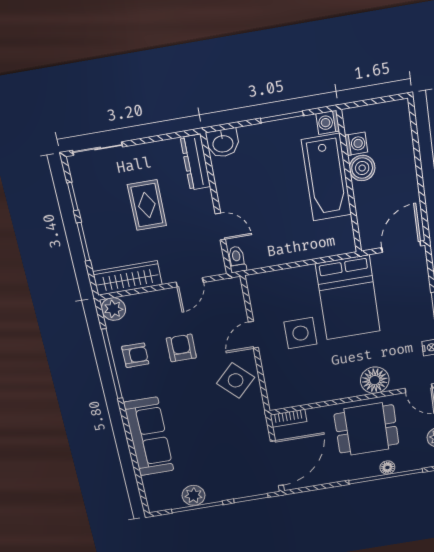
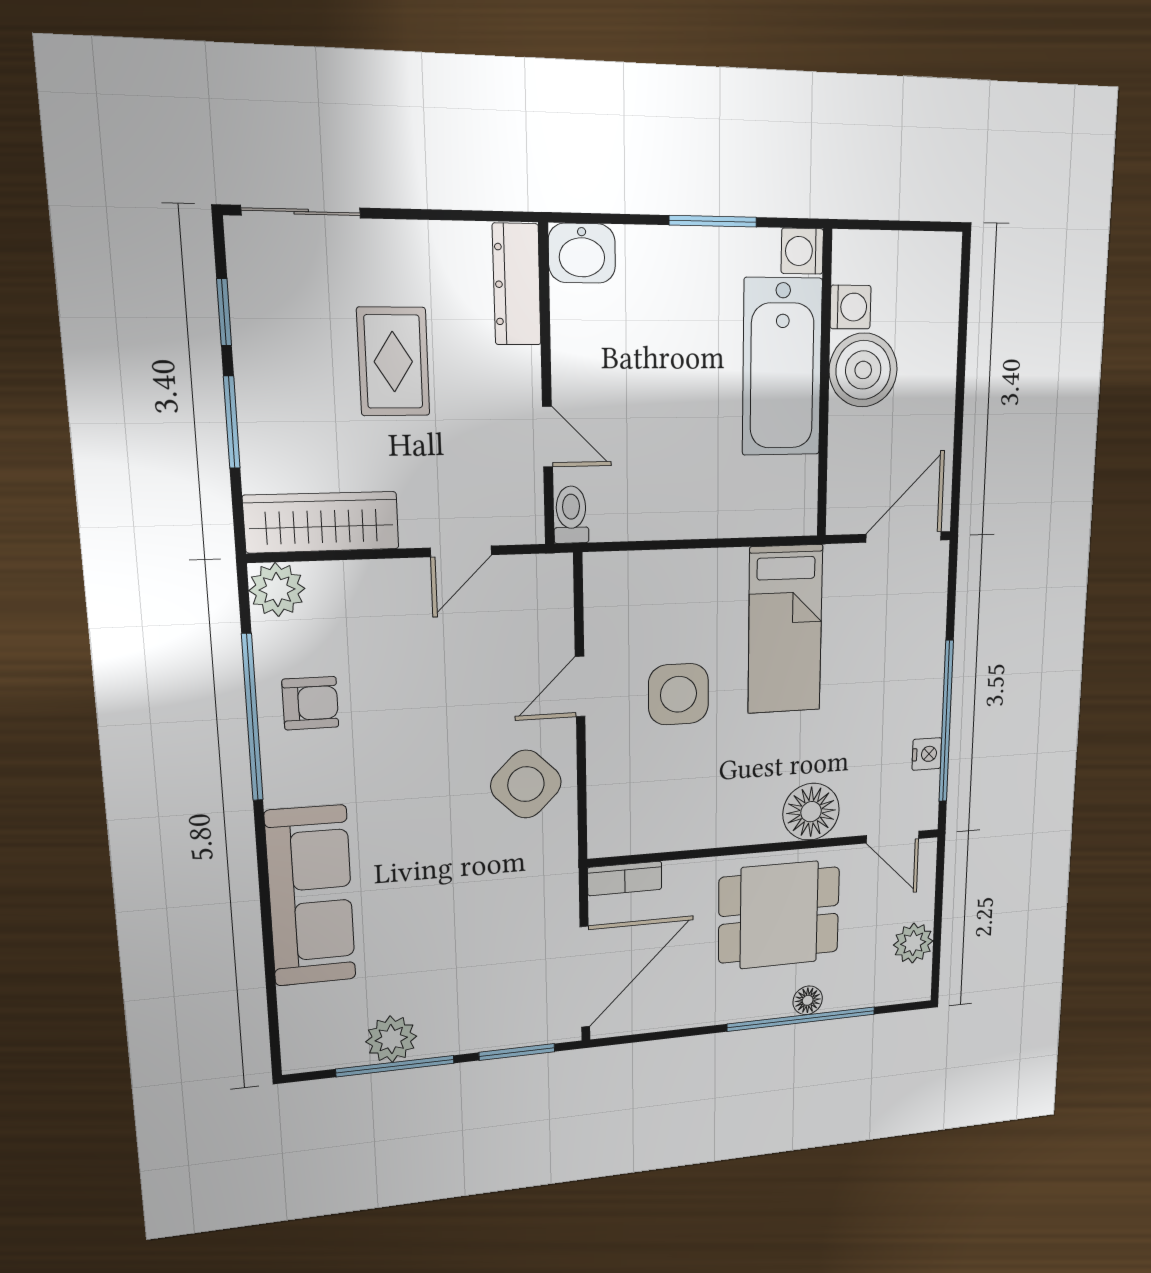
boiler: (362, 168) -> (863, 370), width x1.37, depth x1.37
bed: (348, 298) -> (785, 629), width x0.67
armchair: (181, 348) -> (418, 698), removed

